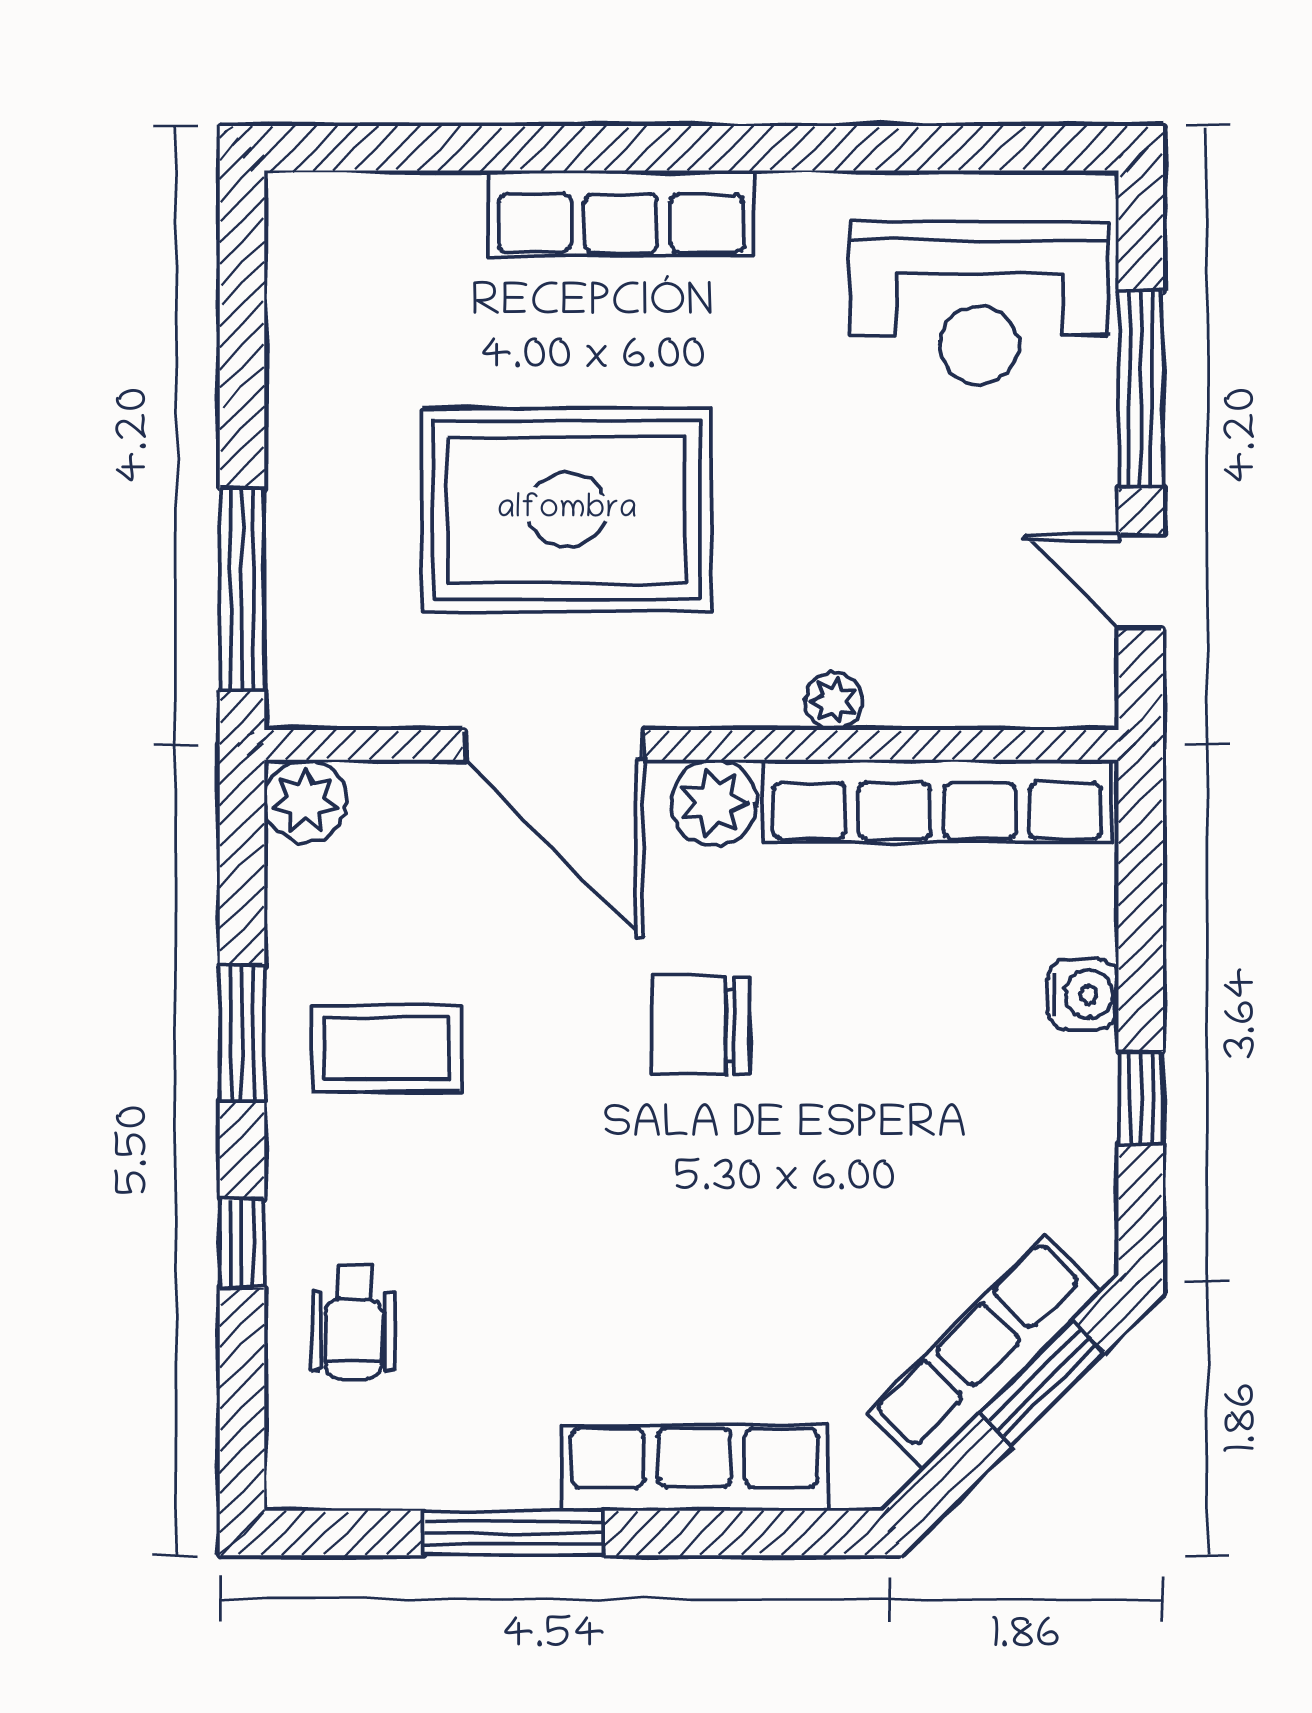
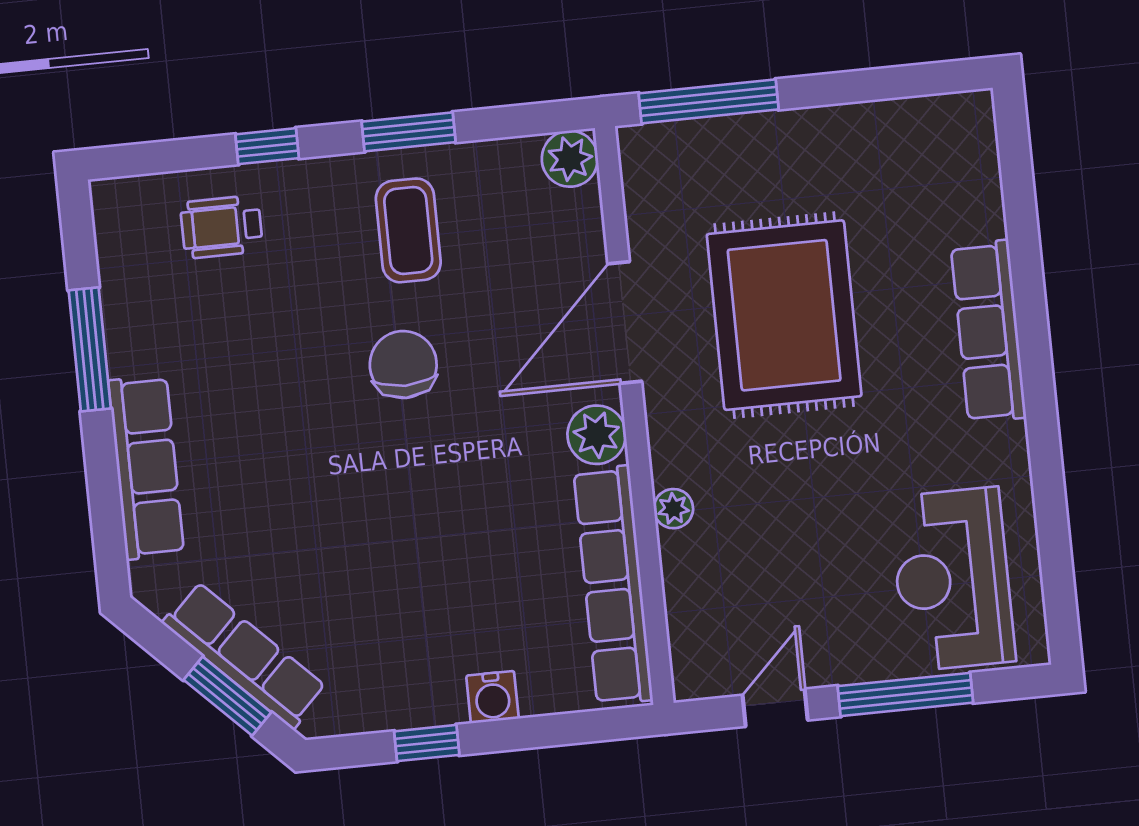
chair: (700, 1026) -> (403, 365), moved

